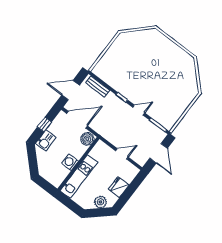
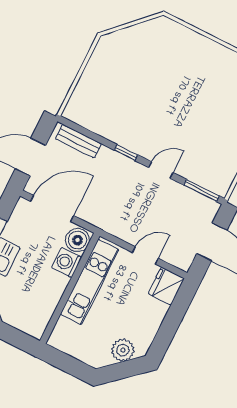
washing machine: (70, 162) -> (67, 262), moved
kitchen unit: (79, 177) -> (90, 282), moved
fridge: (119, 187) -> (166, 286), moved

